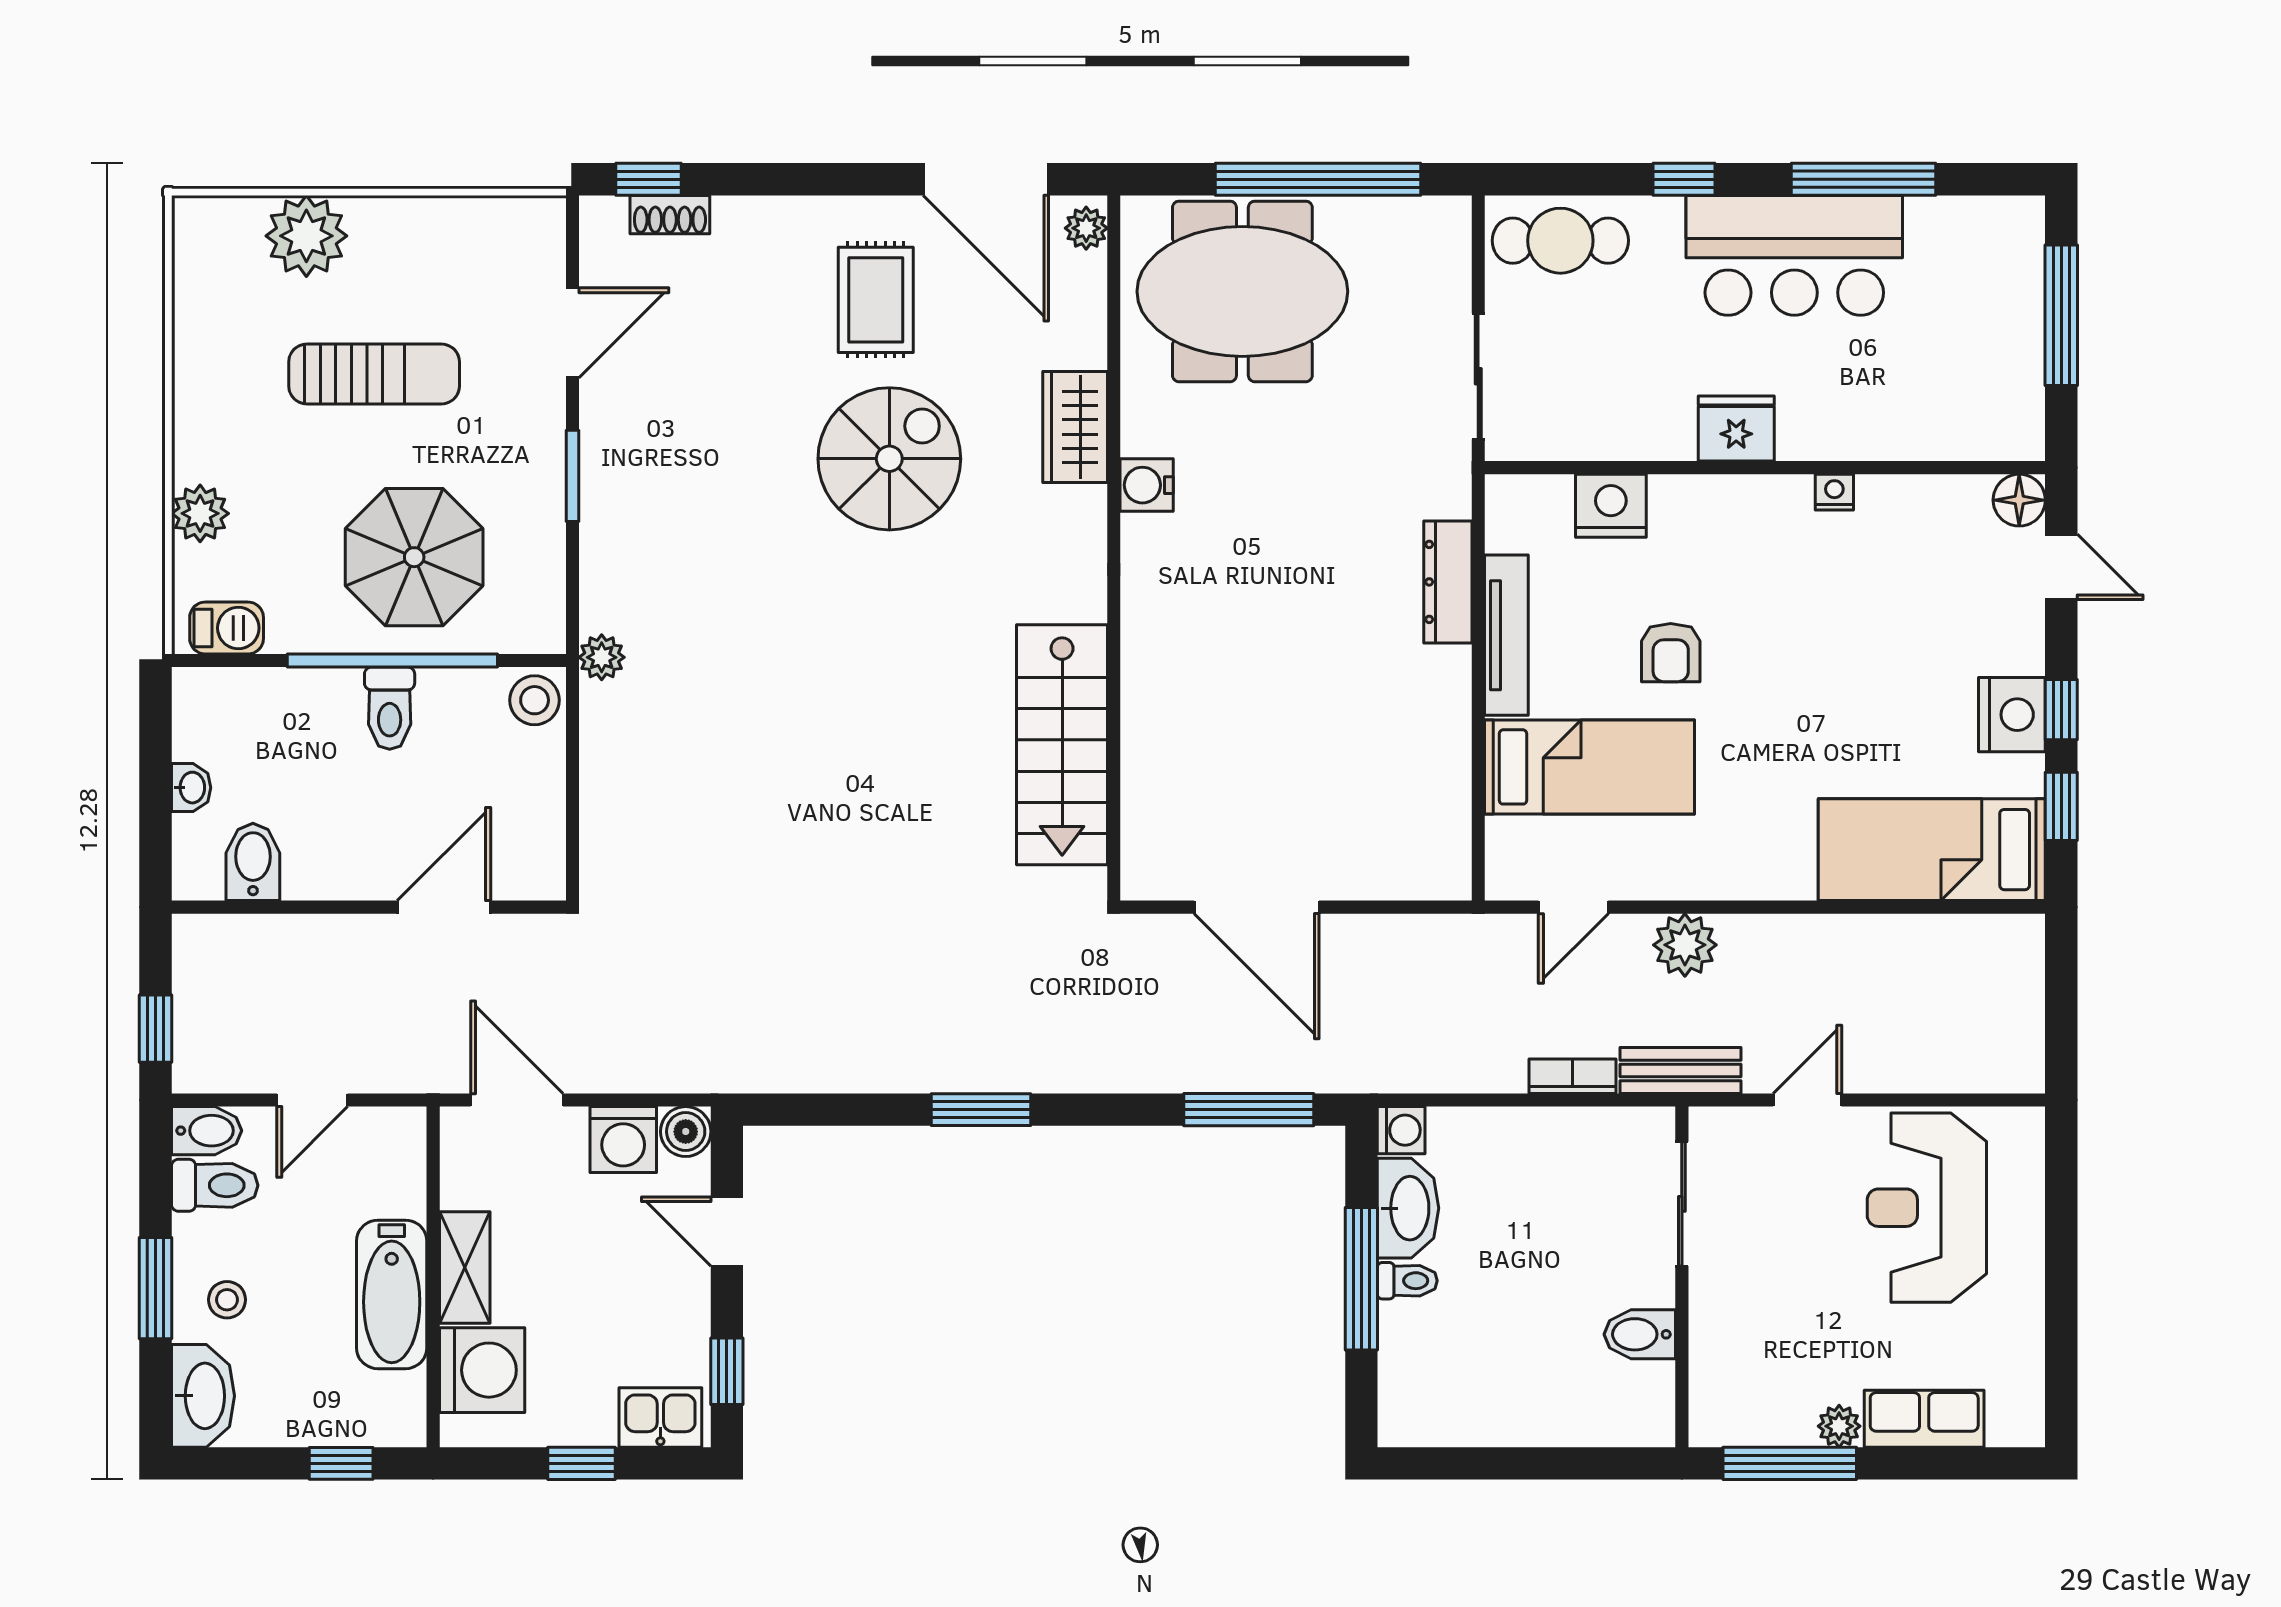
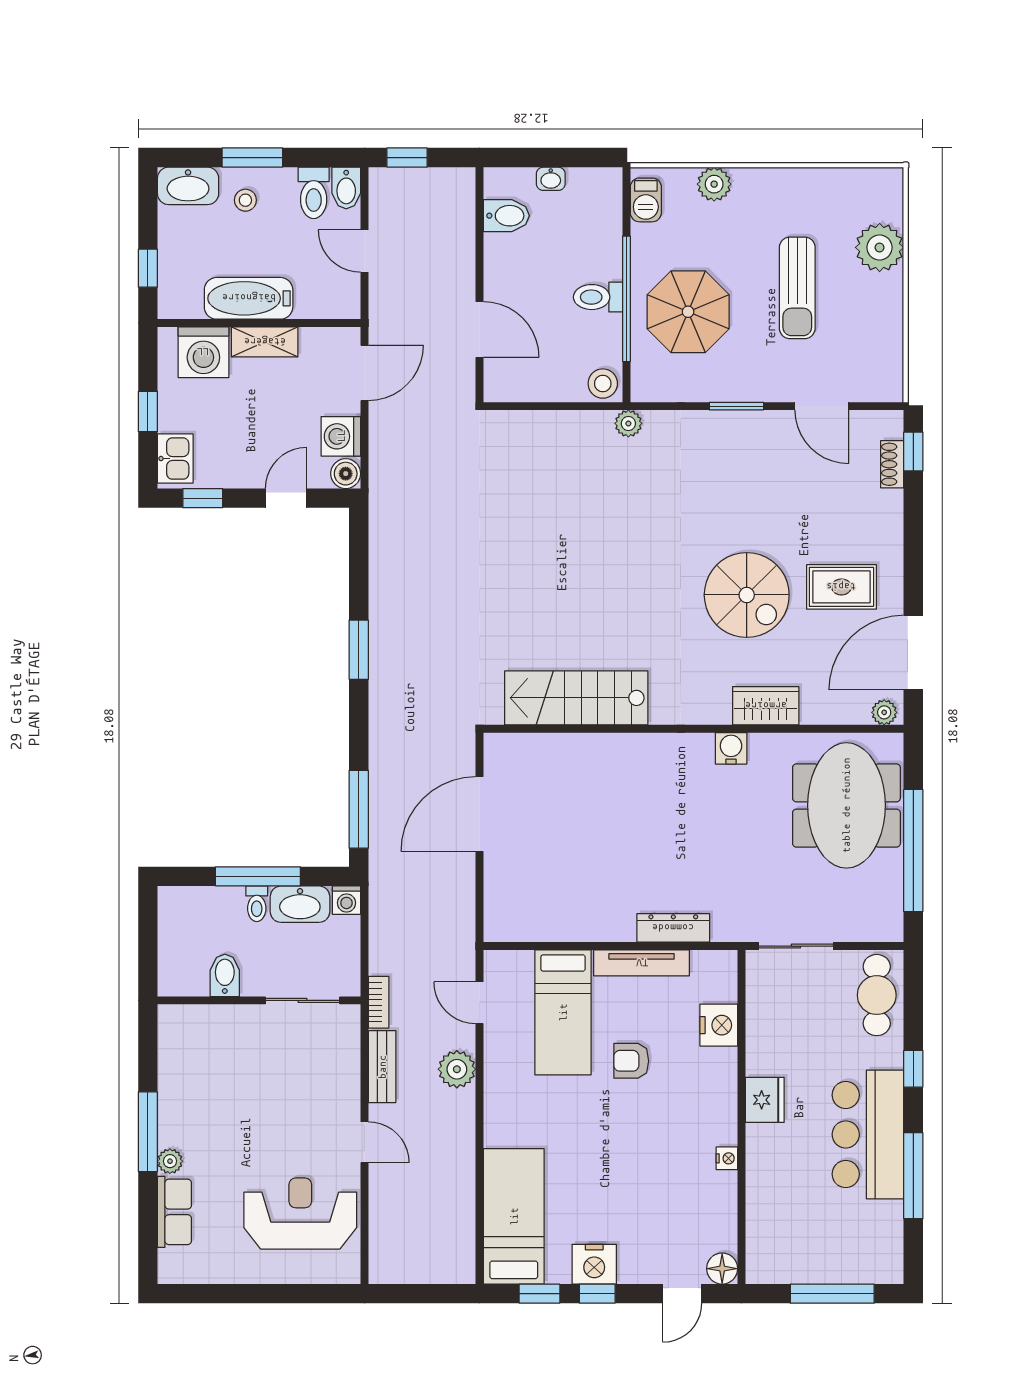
sliding door: (1682, 1204) -> (303, 1000), moved
wall: (1682, 1277) -> (259, 1000), moved
bidet: (1640, 1334) -> (225, 975), moved

